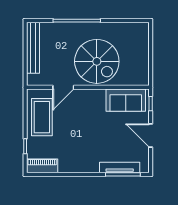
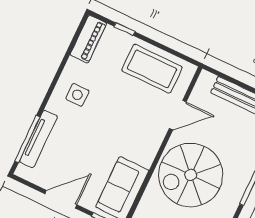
door: (63, 87) -> (178, 115), swing flipped
side table: (80, 156) -> (77, 95), added

